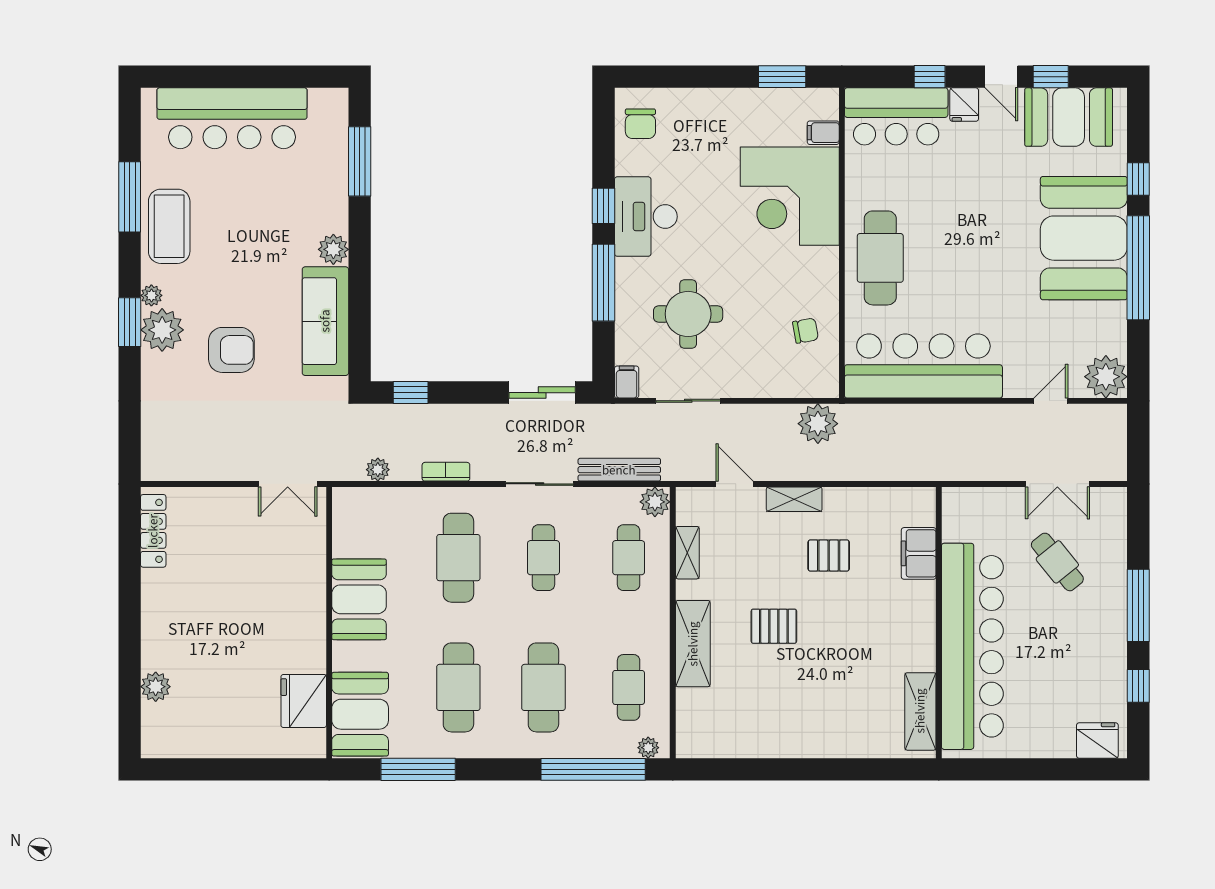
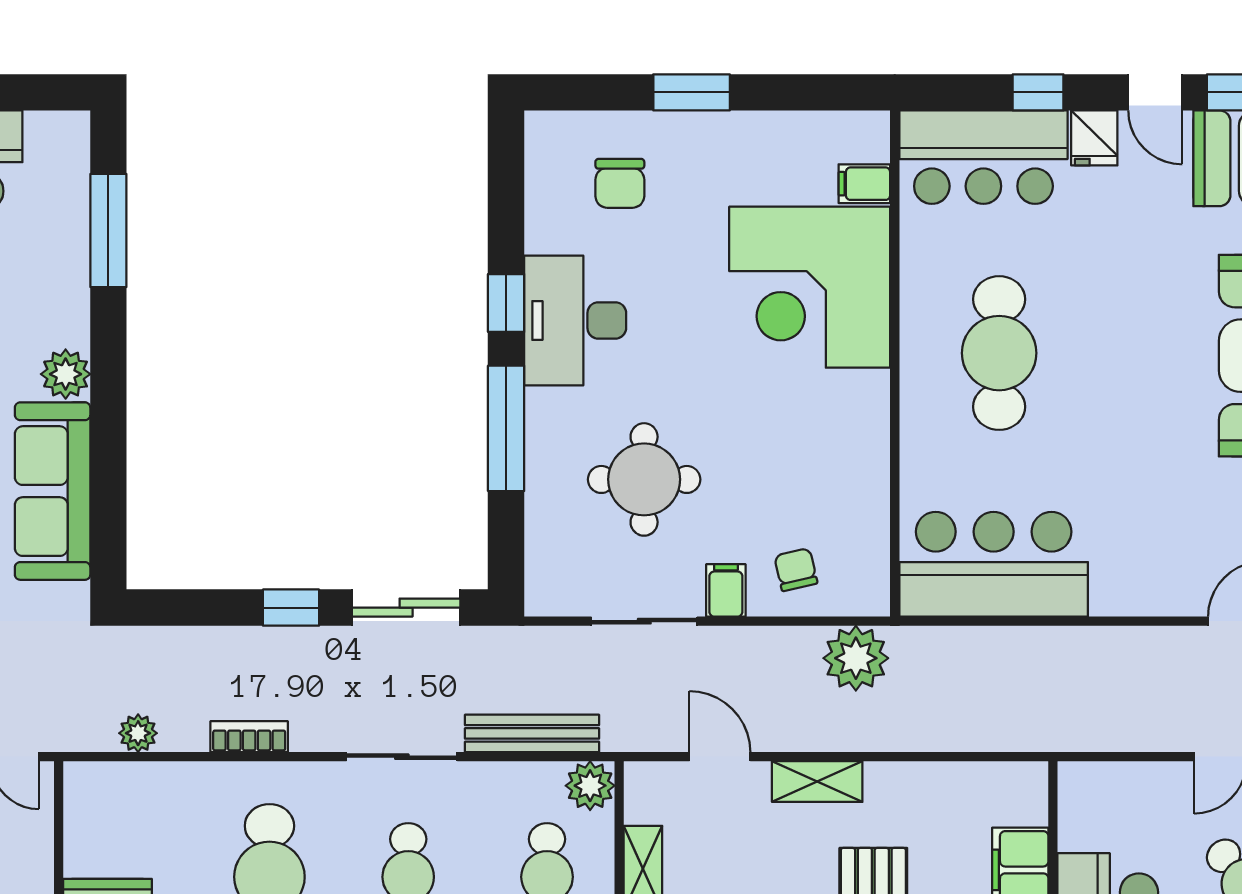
window: (782, 77) -> (692, 92), moved
chair: (640, 124) -> (620, 183), moved
cafe table: (880, 258) -> (999, 353), moved
chair: (805, 331) -> (796, 570), moved, turned -93
bar counter: (923, 366) -> (994, 564), width x0.73
filing cabinet: (627, 382) -> (726, 590), moved
window: (411, 393) -> (291, 608), moved

